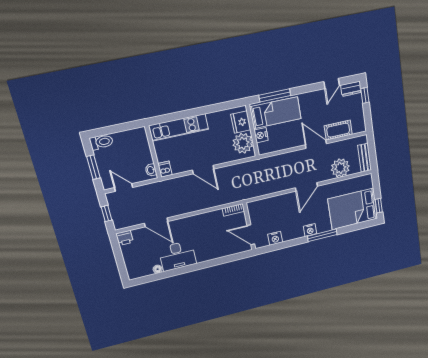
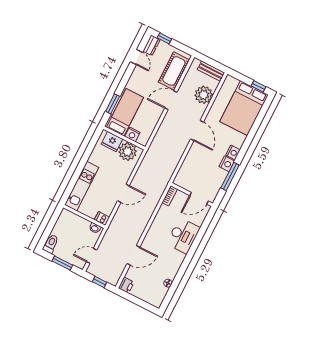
window: (275, 95) -> (113, 104), width x0.69
cot: (338, 130) -> (174, 71), width x1.37, depth x1.34
window: (322, 235) -> (230, 176), moved
nightstand: (275, 238) -> (227, 164), moved
desk: (177, 256) -> (183, 236), moved

